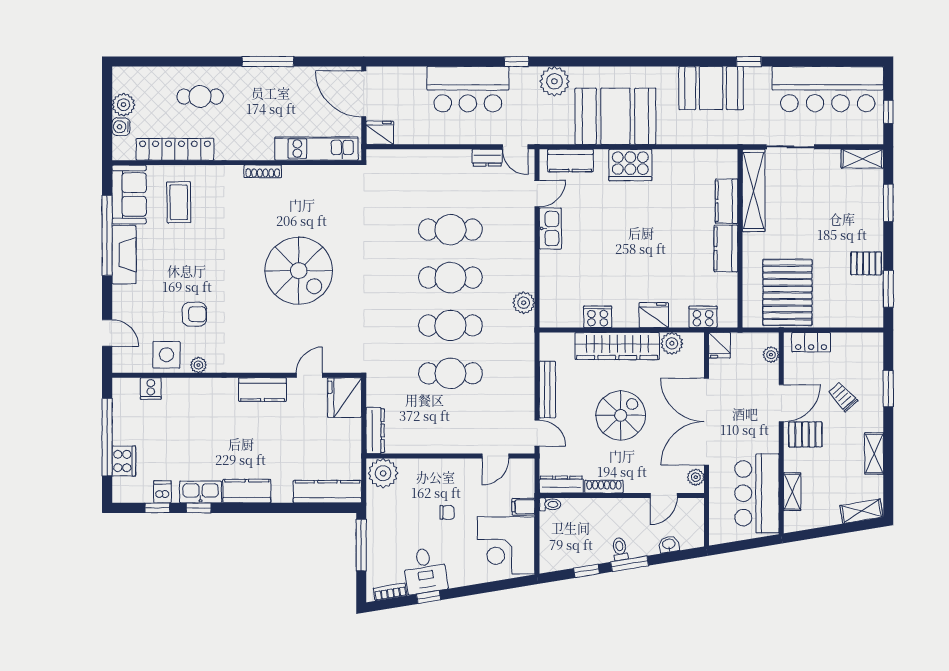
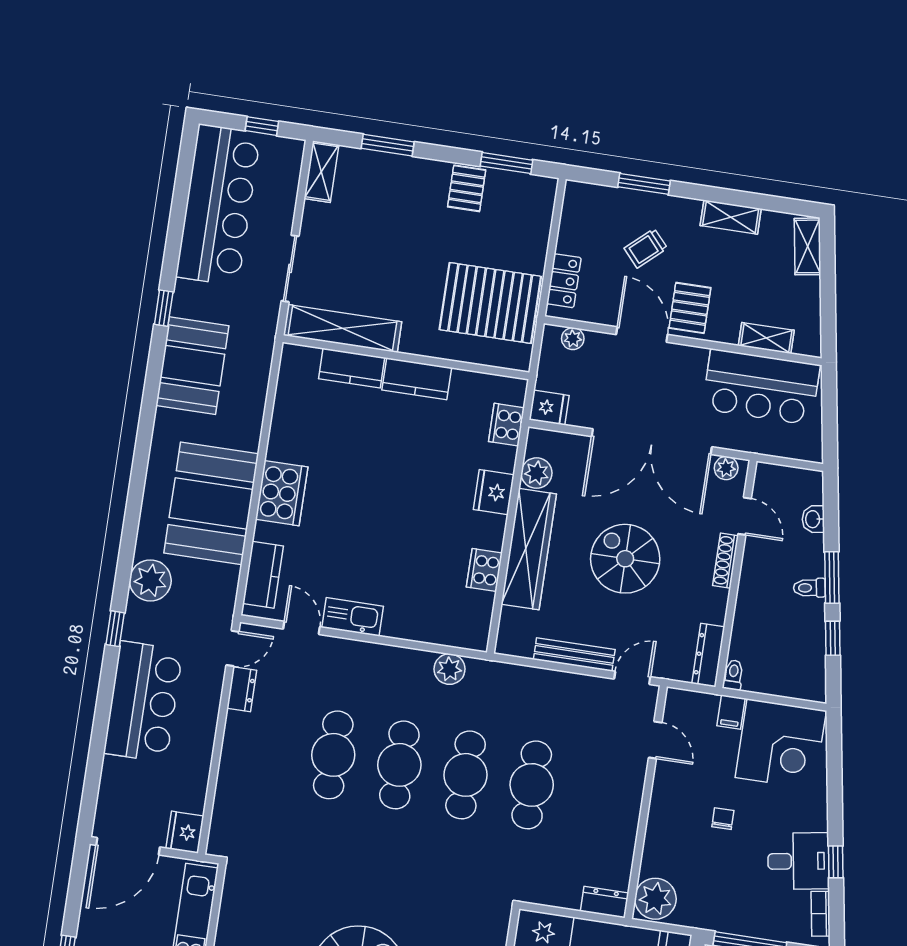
dresser: (375, 431) -> (605, 902), width x0.70
shoe rack: (604, 487) -> (725, 561), moved

